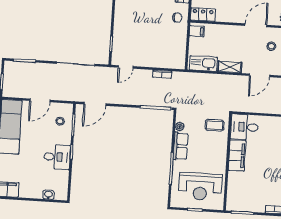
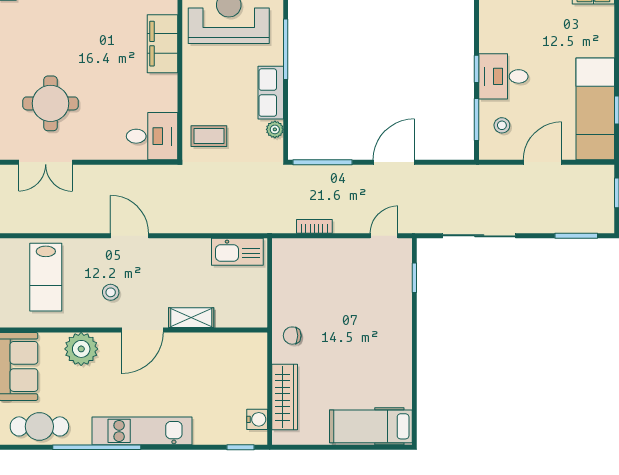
locker: (203, 15) -> (244, 344), removed
filing cabinet: (197, 31) -> (254, 312), removed
shelving: (230, 67) -> (191, 318), moved
door: (260, 75) -> (130, 236), hinge flipped
door: (95, 104) -> (394, 162), moved
filing cabinet: (237, 155) -> (163, 44), moved
desk: (57, 157) -> (503, 76), moved

